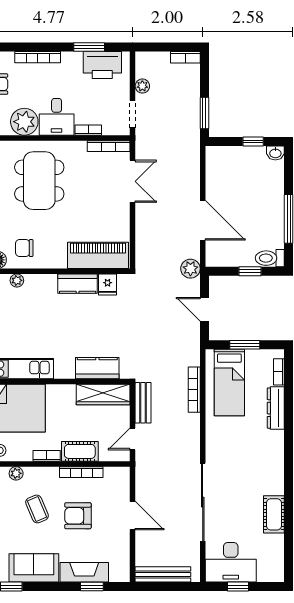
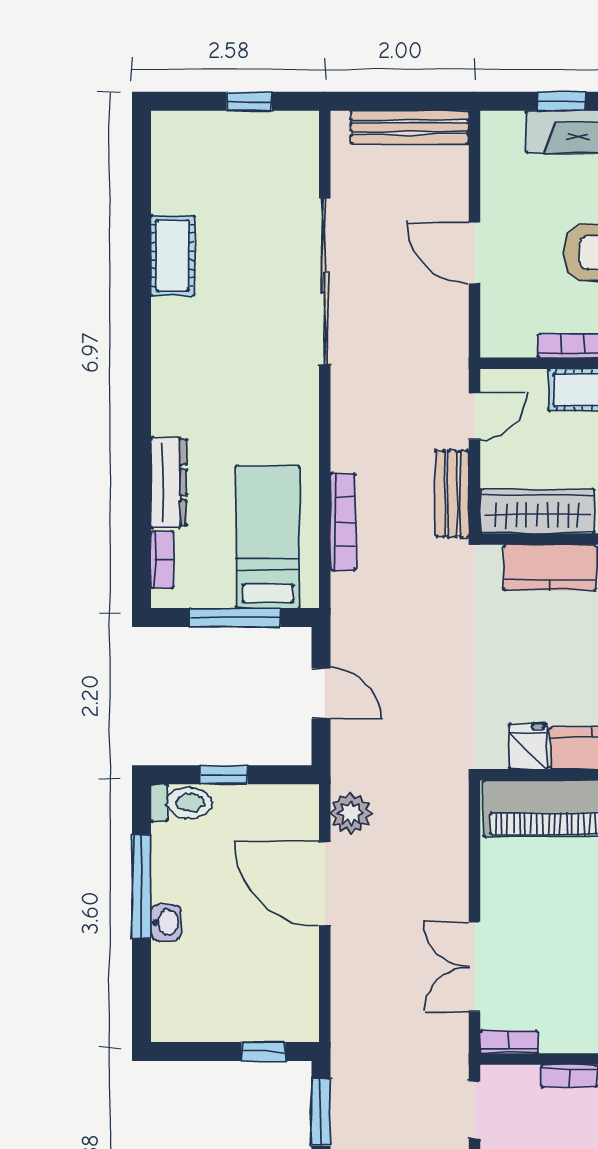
window: (253, 142) -> (263, 1052), moved
bookcase: (109, 146) -> (509, 1042), width x0.64
washbasin: (275, 153) -> (166, 923), moved, turned 90
plant: (190, 269) -> (351, 813), moved
window: (245, 345) -> (235, 618), width x1.44
desk: (231, 562) -> (265, 153), removed

